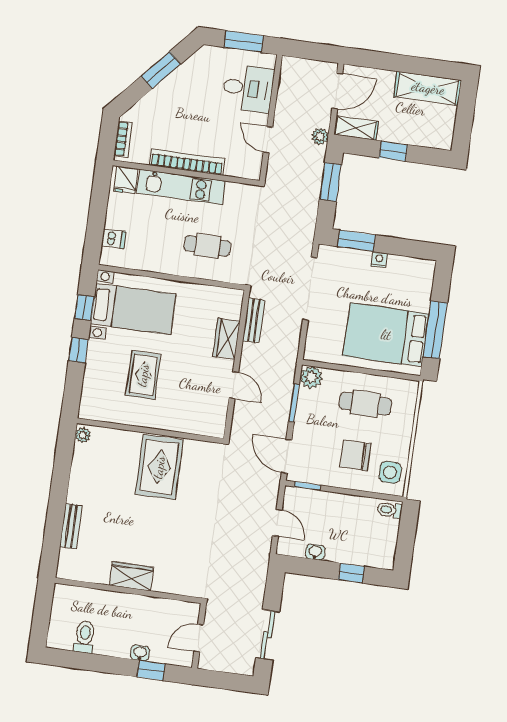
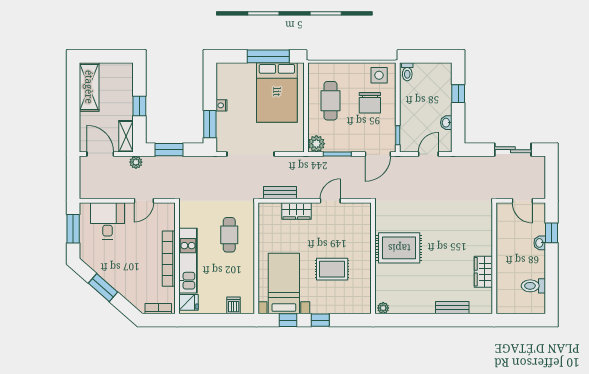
wardrobe: (131, 576) -> (483, 272), moved

